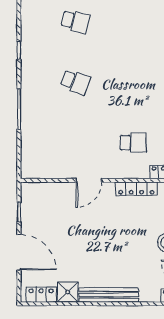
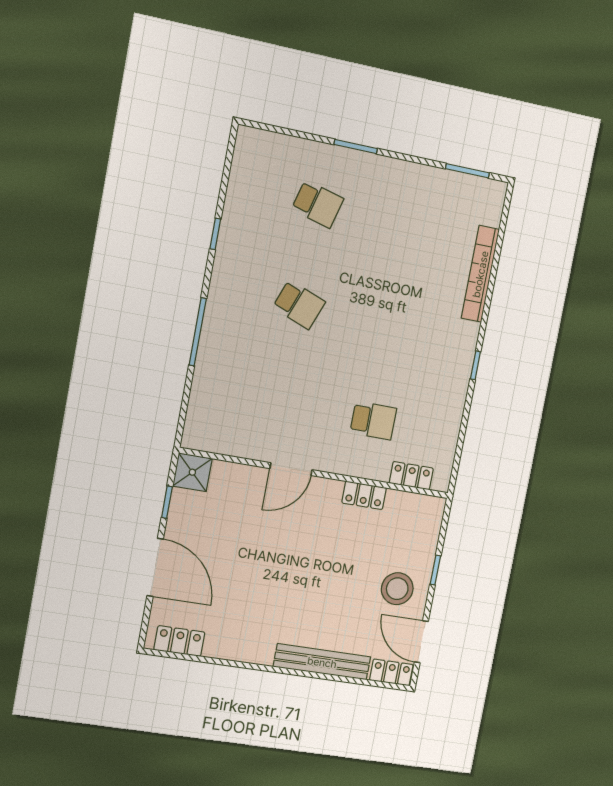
locker: (136, 189) -> (364, 495), width x0.66
shower: (68, 292) -> (192, 472), moved
bench: (109, 295) -> (322, 662), moved

